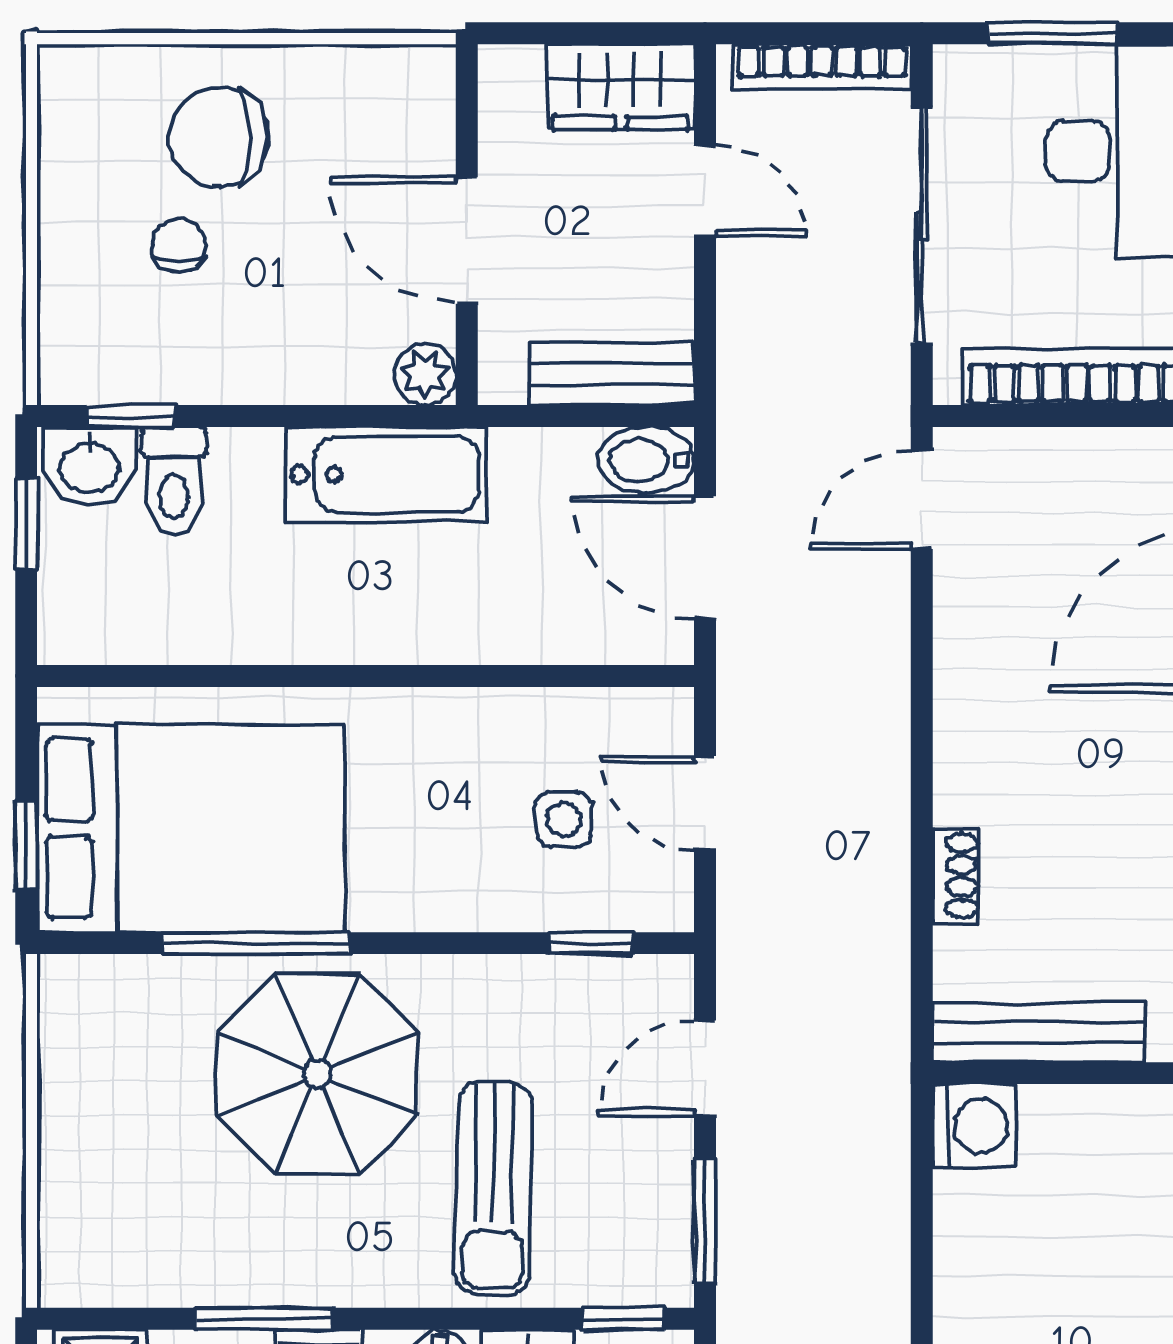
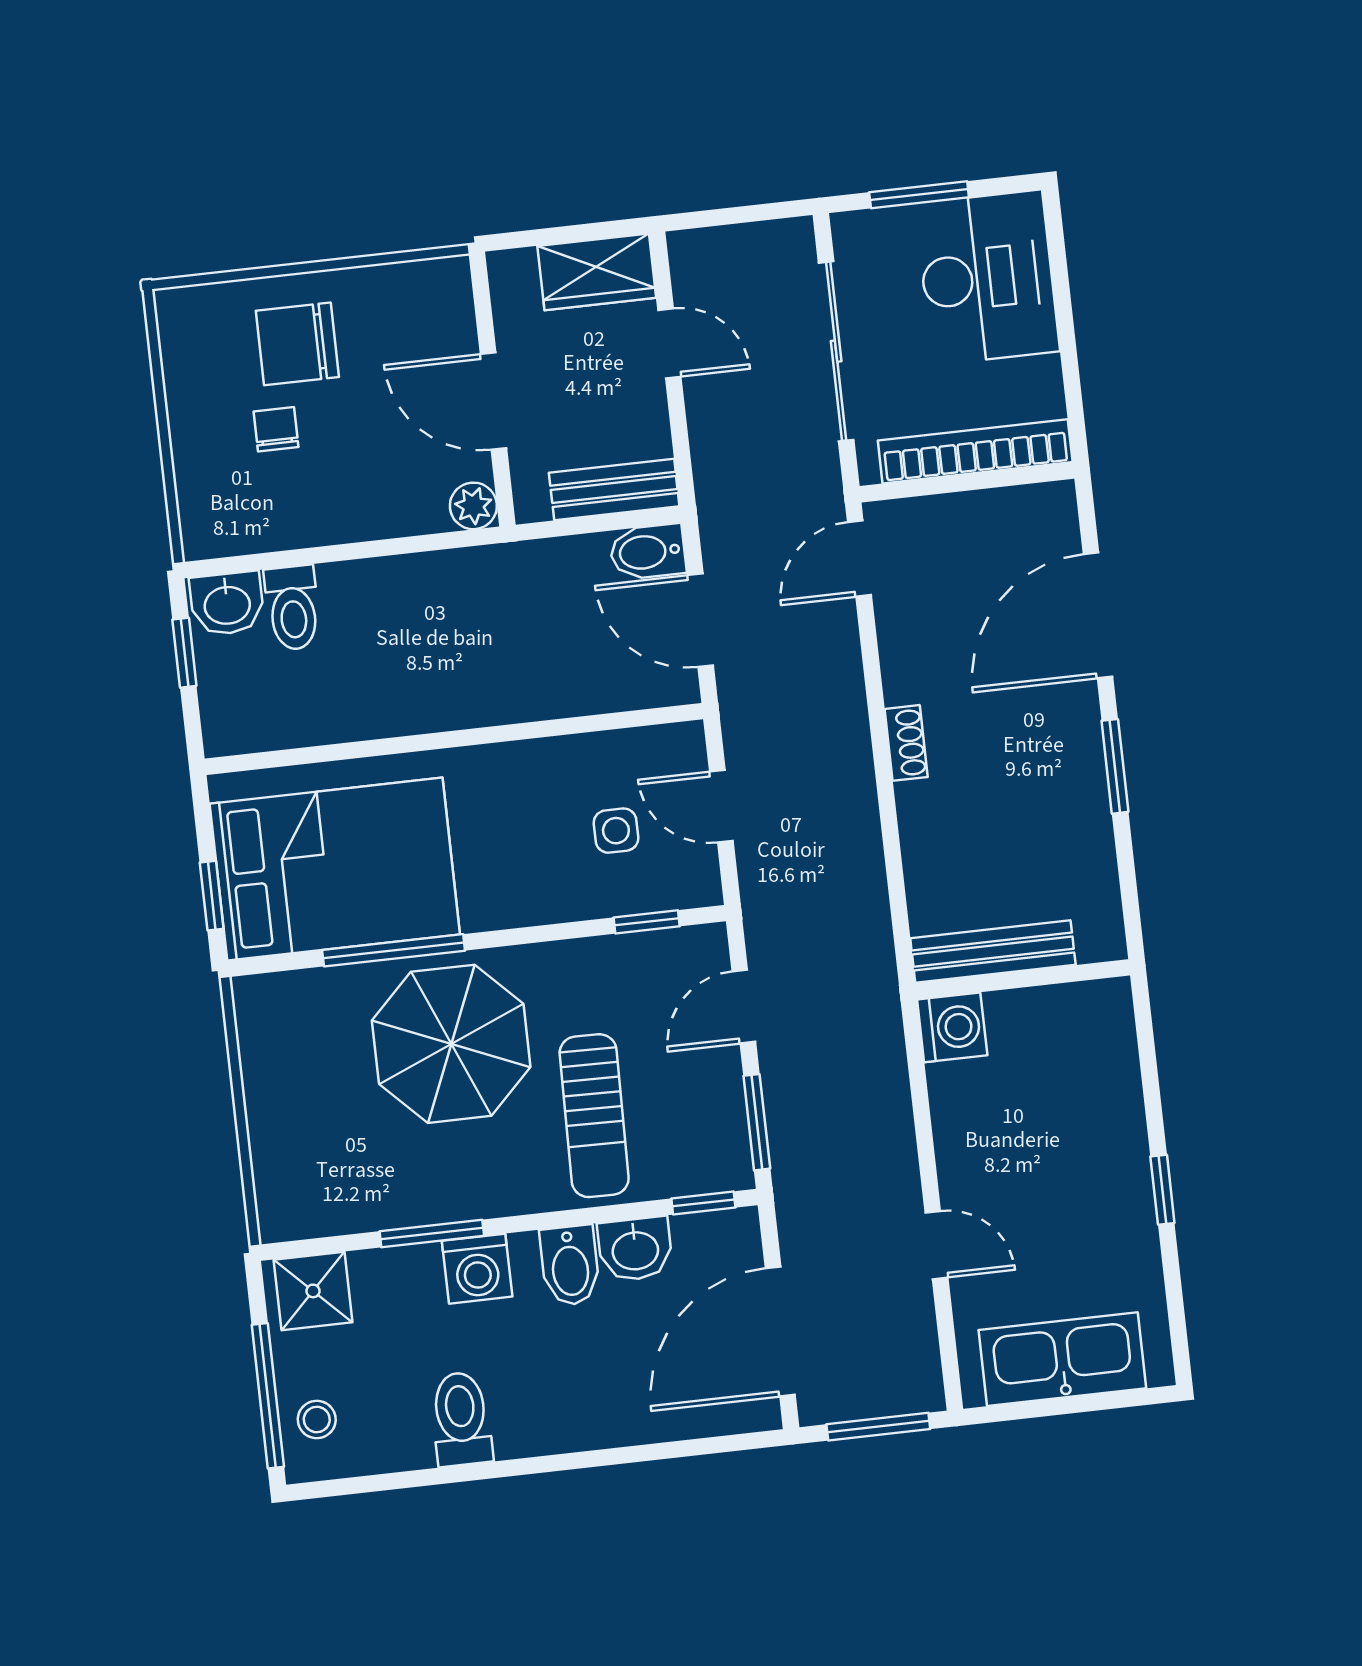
bookcase: (822, 67) -> (747, 240), removed
window: (131, 416) -> (254, 562), removed
bathtub: (386, 474) -> (452, 585), removed
shoe rack: (956, 876) -> (906, 743), moved

